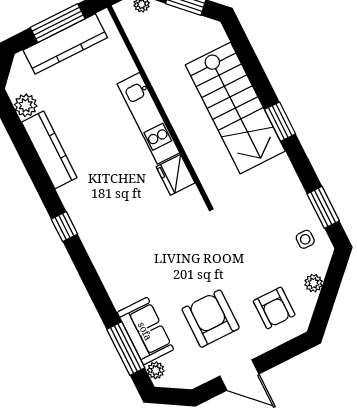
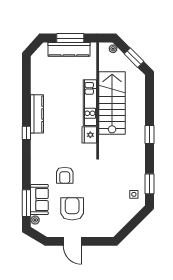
plant: (26, 105) -> (37, 68), removed
stairs: (235, 108) -> (112, 103), moved, turned 180
kitchen counter: (49, 150) -> (37, 114), moved
plant: (314, 283) -> (128, 216), removed
armchair: (274, 308) -> (65, 175), moved

